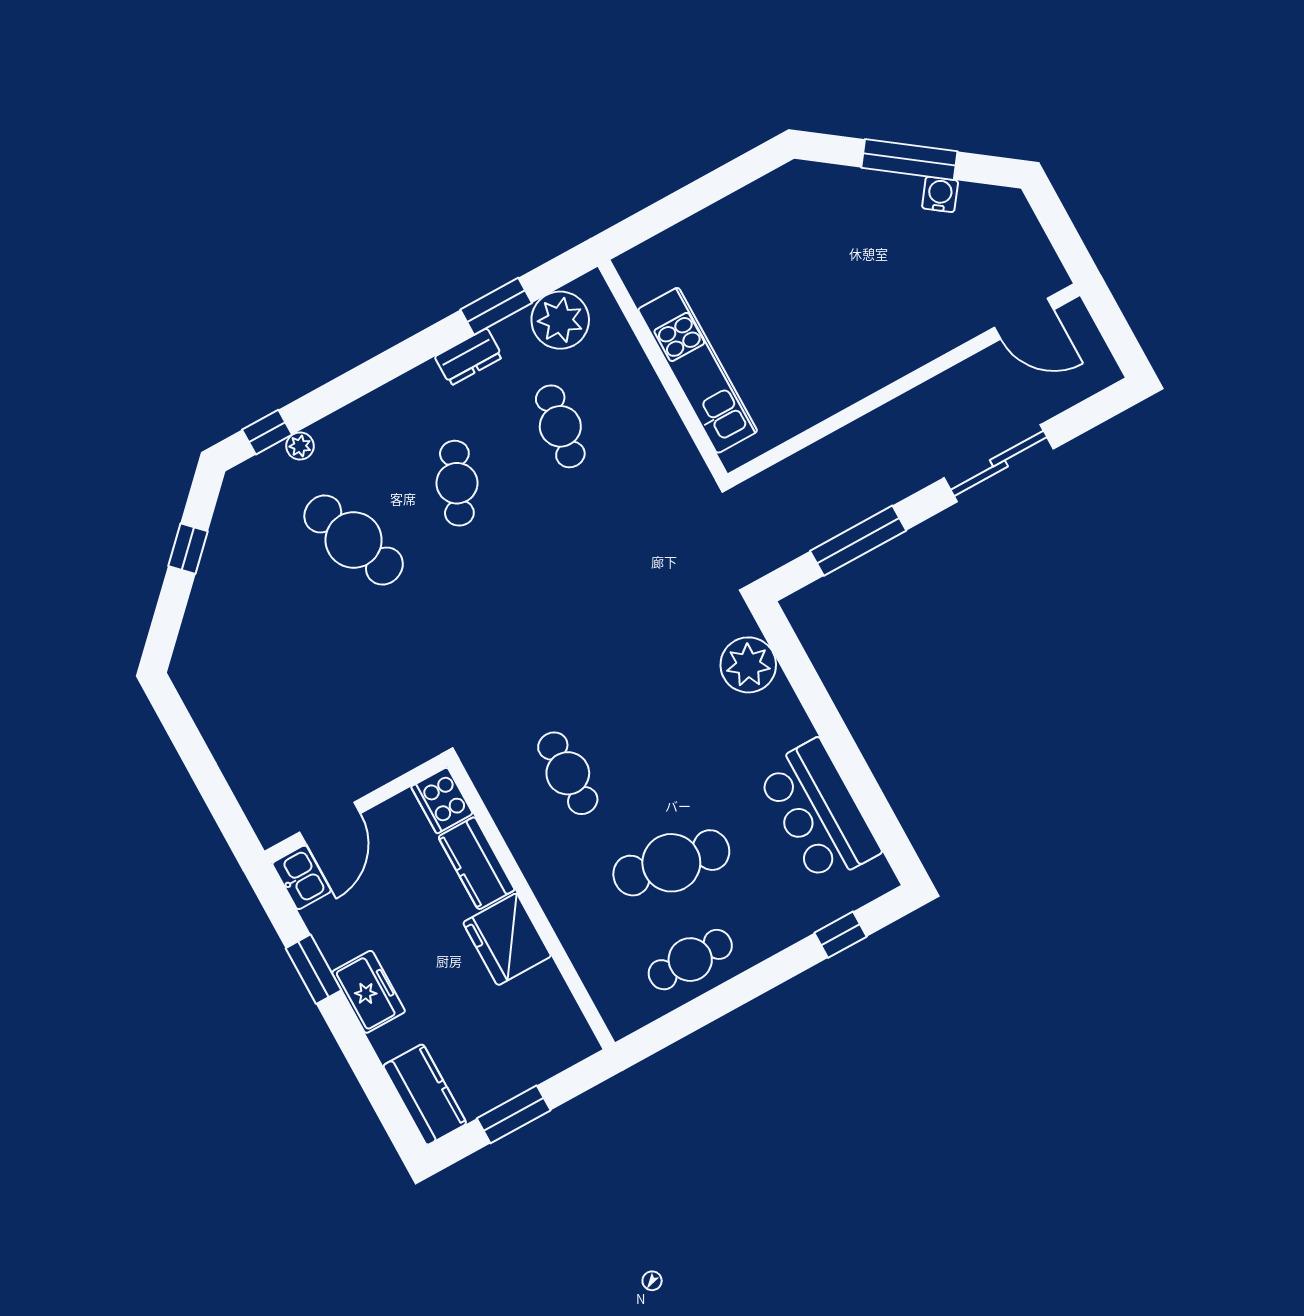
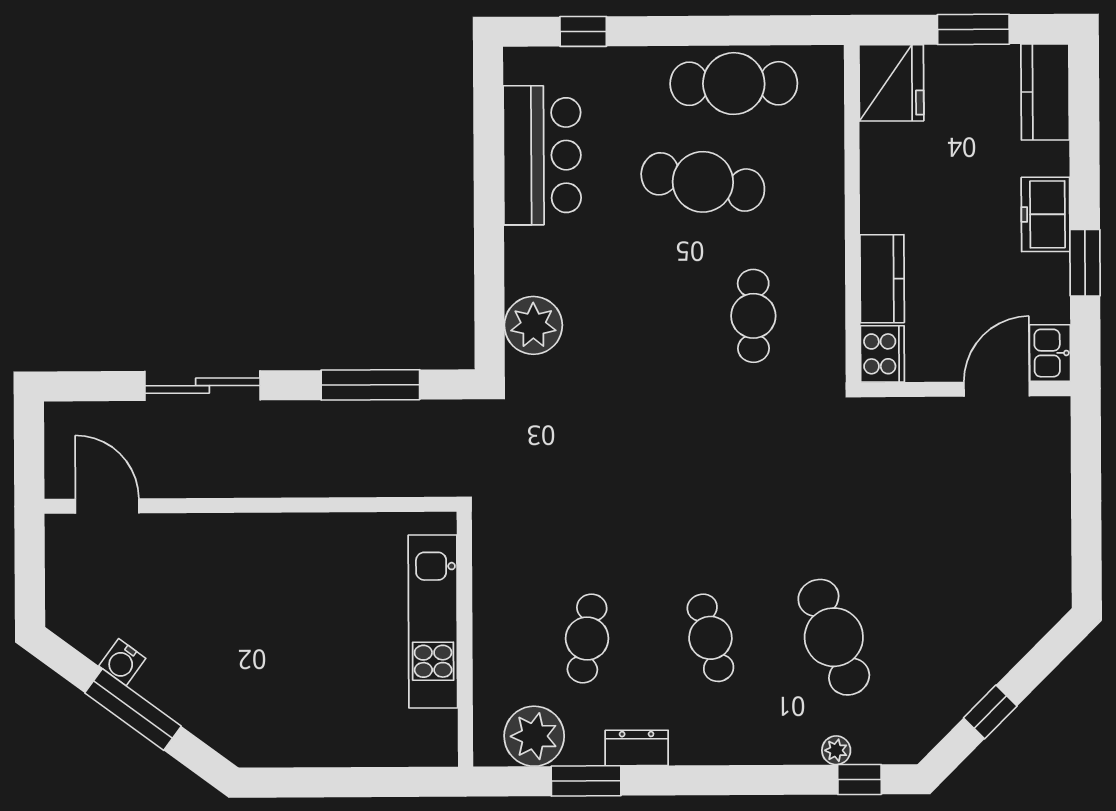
cafe table: (457, 483) -> (710, 638), turned -39
fridge: (507, 939) -> (891, 83), moved
cafe table: (690, 960) -> (734, 84), width x1.37, depth x1.35

